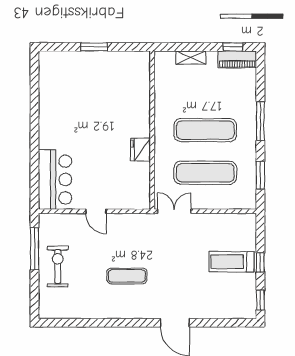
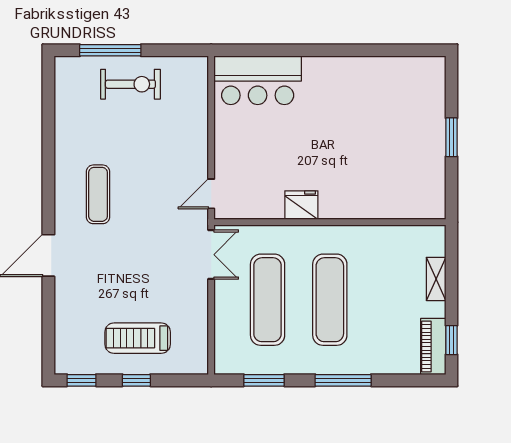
door: (96, 211) -> (211, 194), moved
window: (35, 249) -> (110, 50), moved
treadmill: (231, 262) -> (138, 338), turned -90
exercise mat: (127, 276) -> (98, 194), moved

